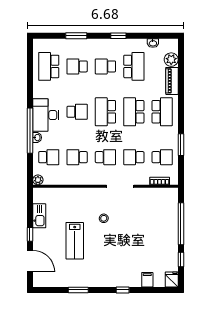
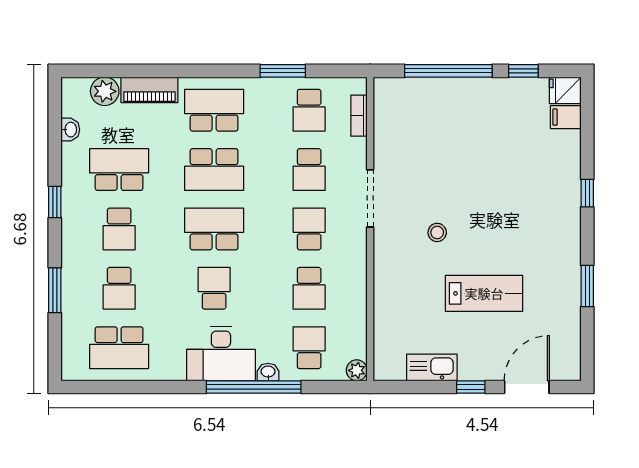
school desk: (105, 112) -> (214, 229), turned 180
school desk: (162, 157) -> (309, 110), turned 180
filing cabinet: (147, 280) -> (566, 117), moved

